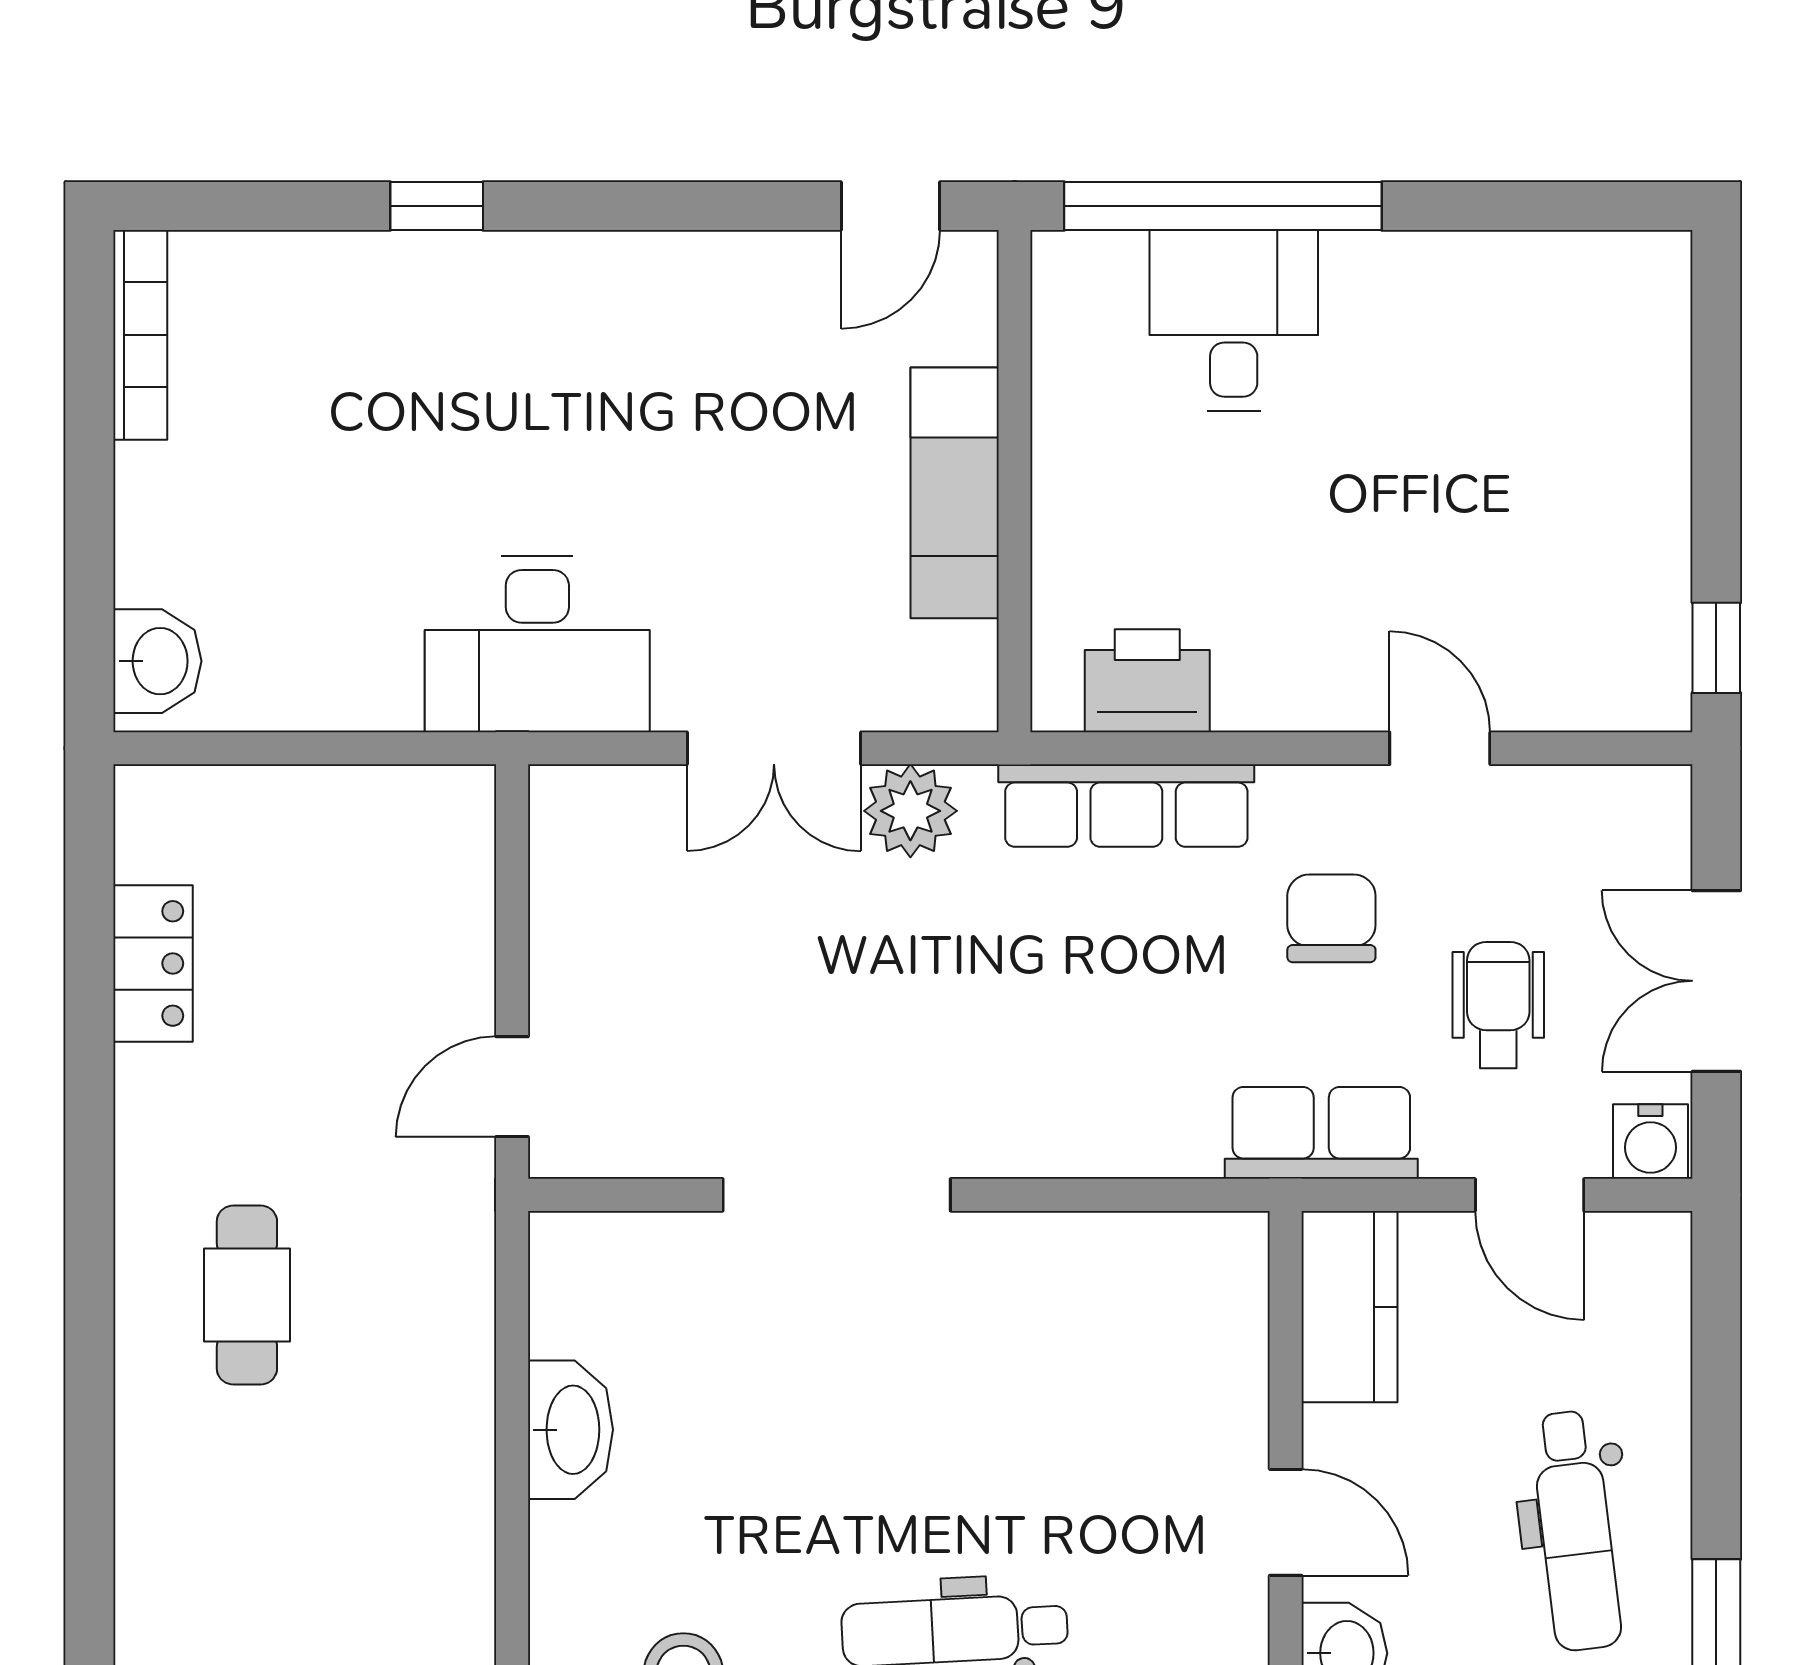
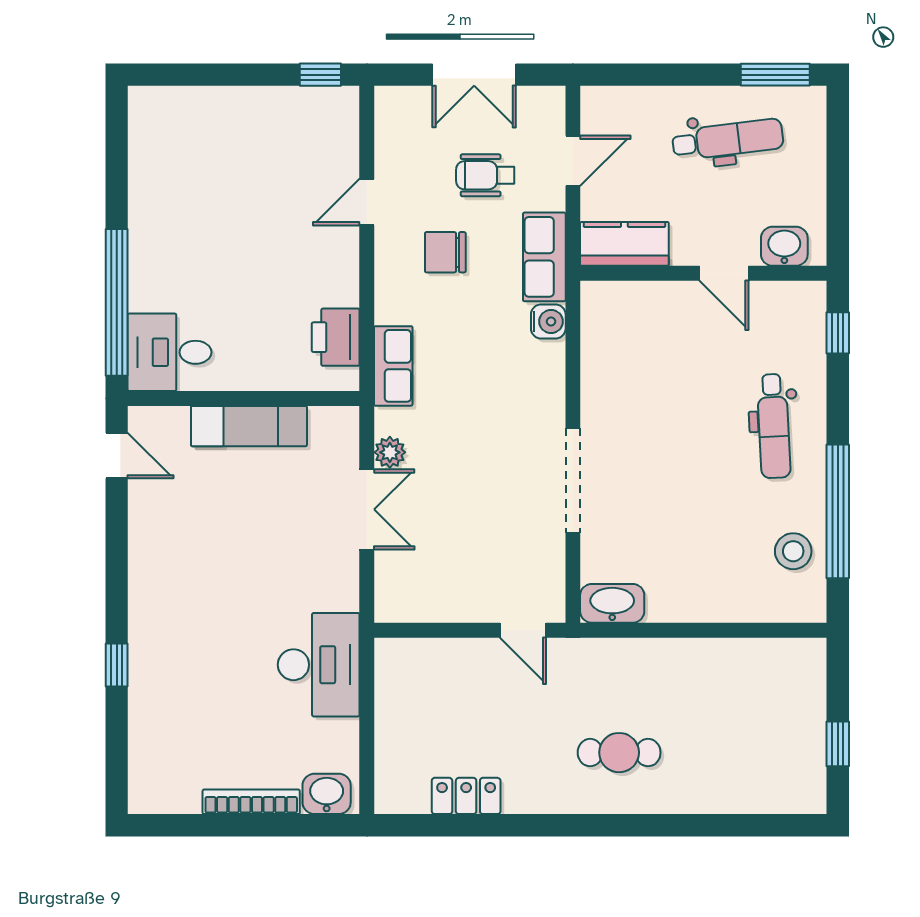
desk: (1234, 321) -> (170, 352), moved
bookcase: (140, 335) -> (251, 802), moved
desk: (537, 644) -> (319, 665), moved
row of seats: (1126, 806) -> (393, 366), width x0.68
plant: (910, 811) -> (390, 452), width x0.73, depth x0.73
water cooler: (1650, 1142) -> (548, 322), moved
washbasin: (570, 1430) -> (612, 603), moved
door: (1286, 1522) -> (724, 273), swing flipped

